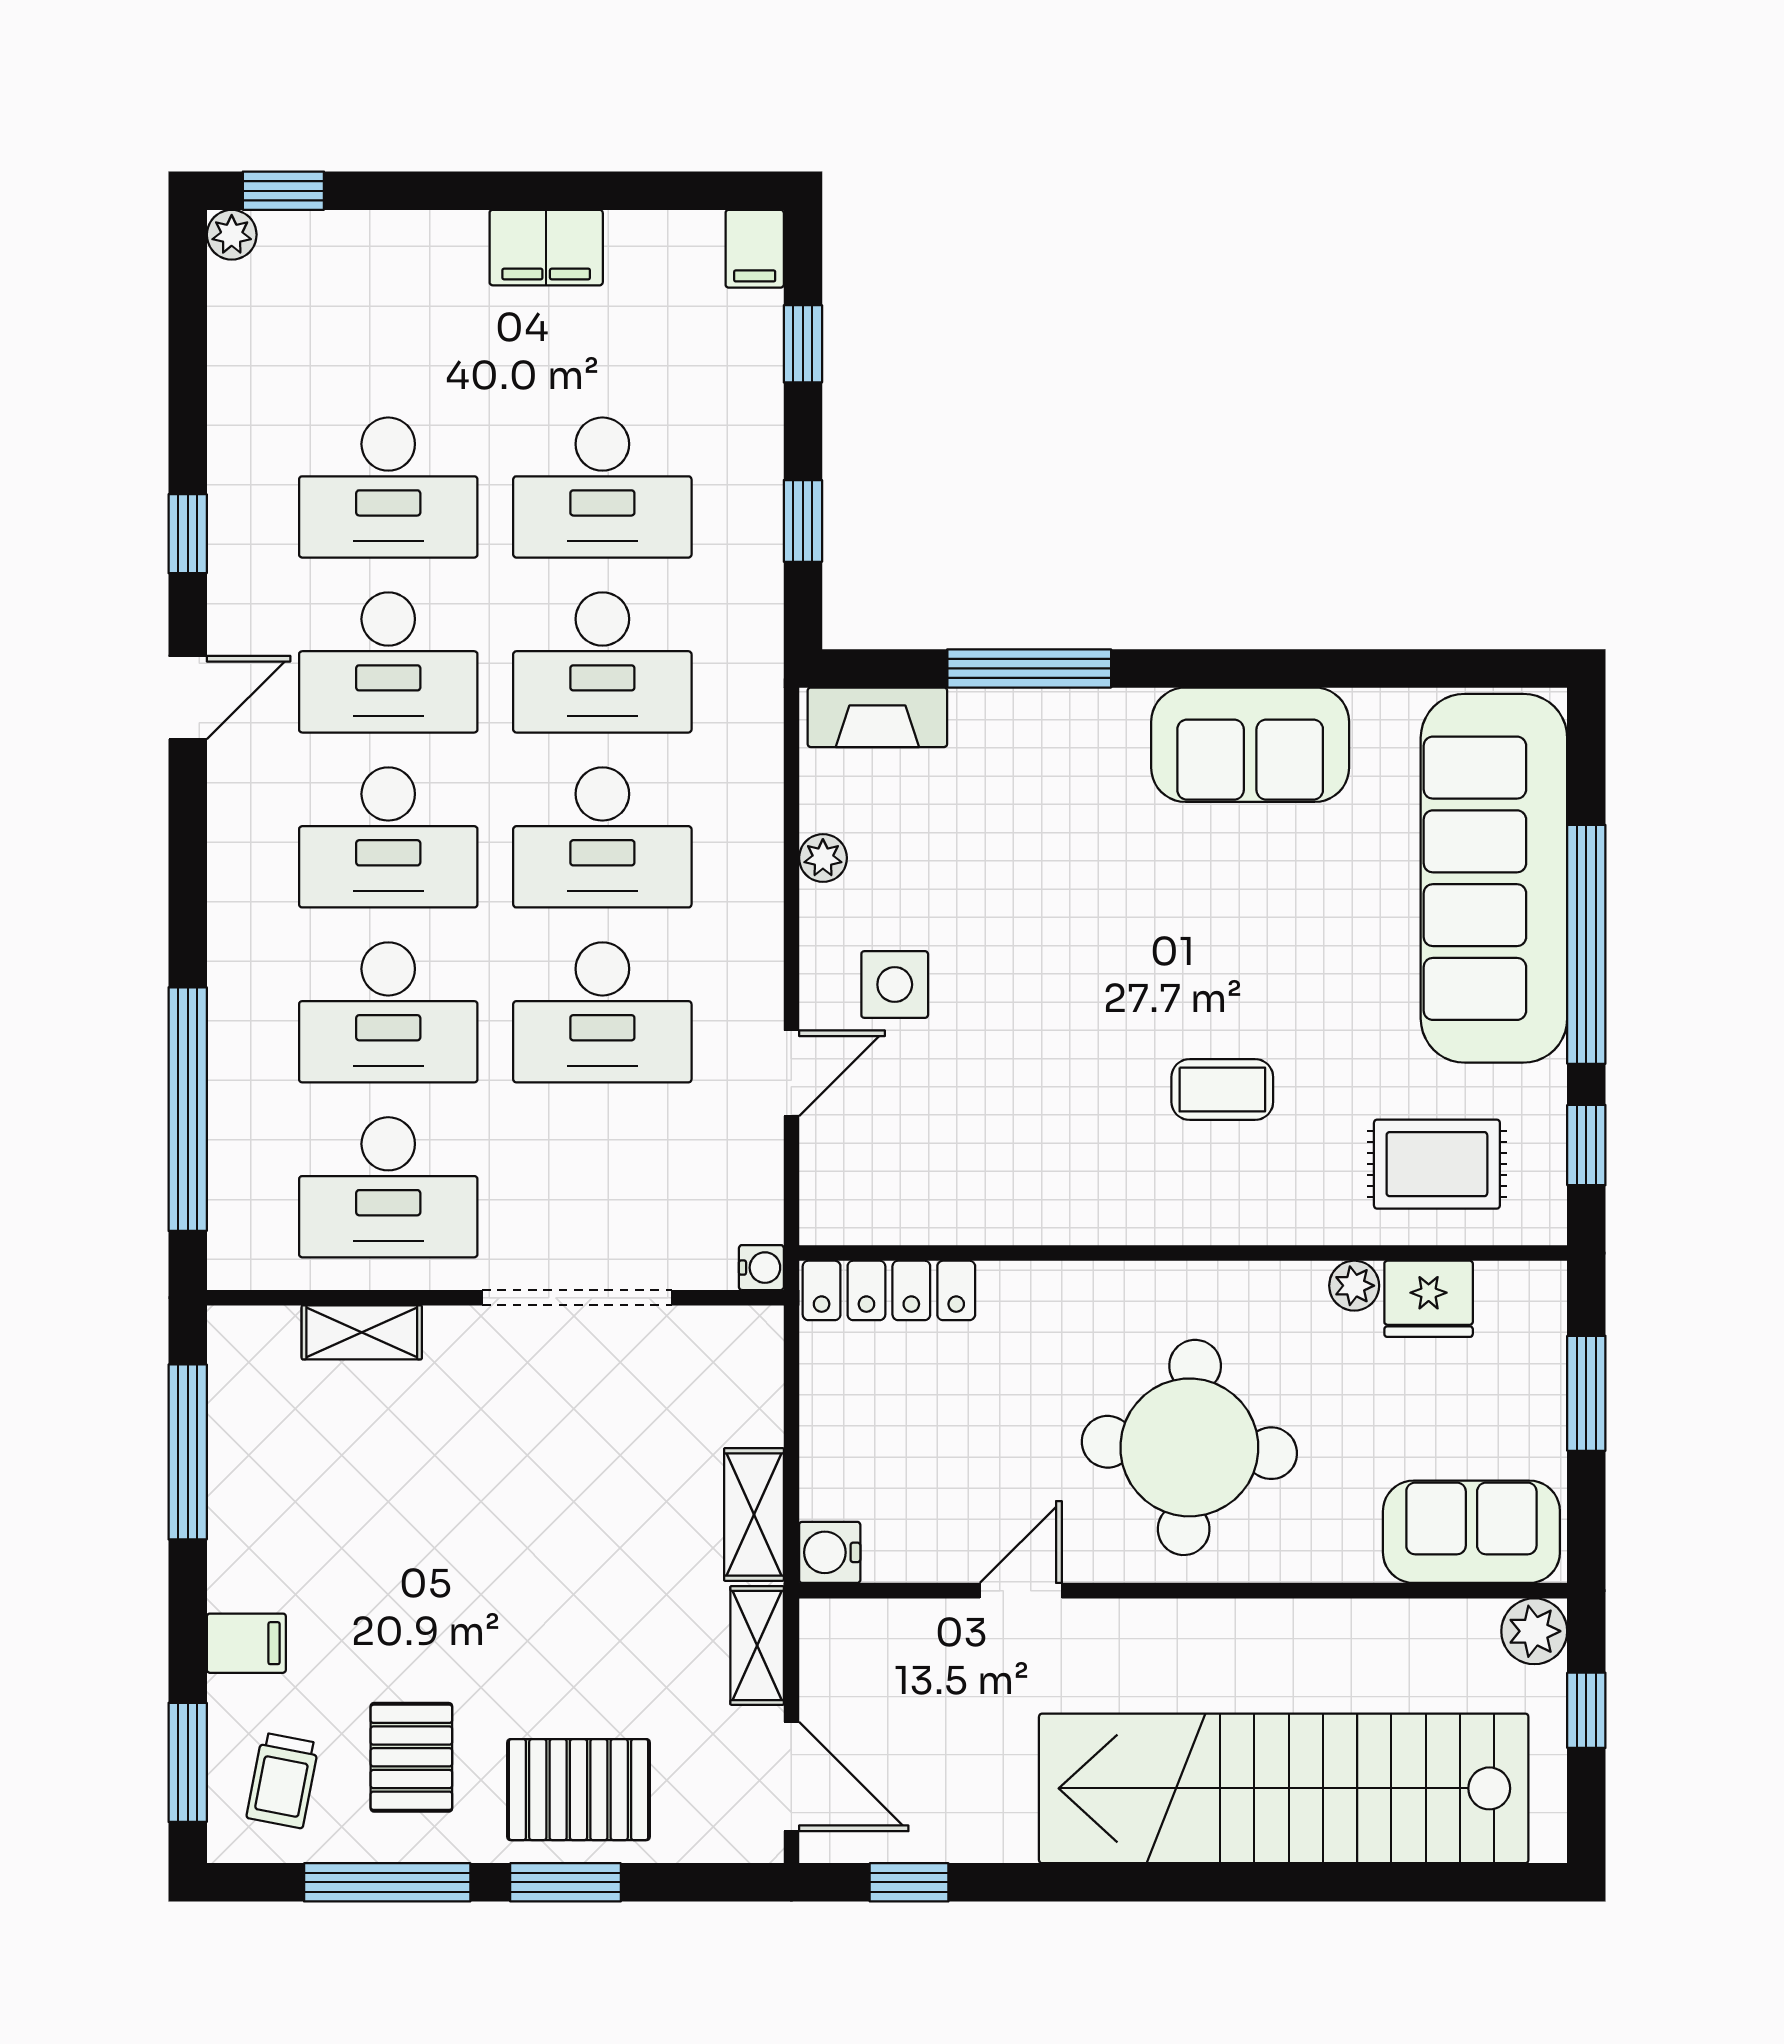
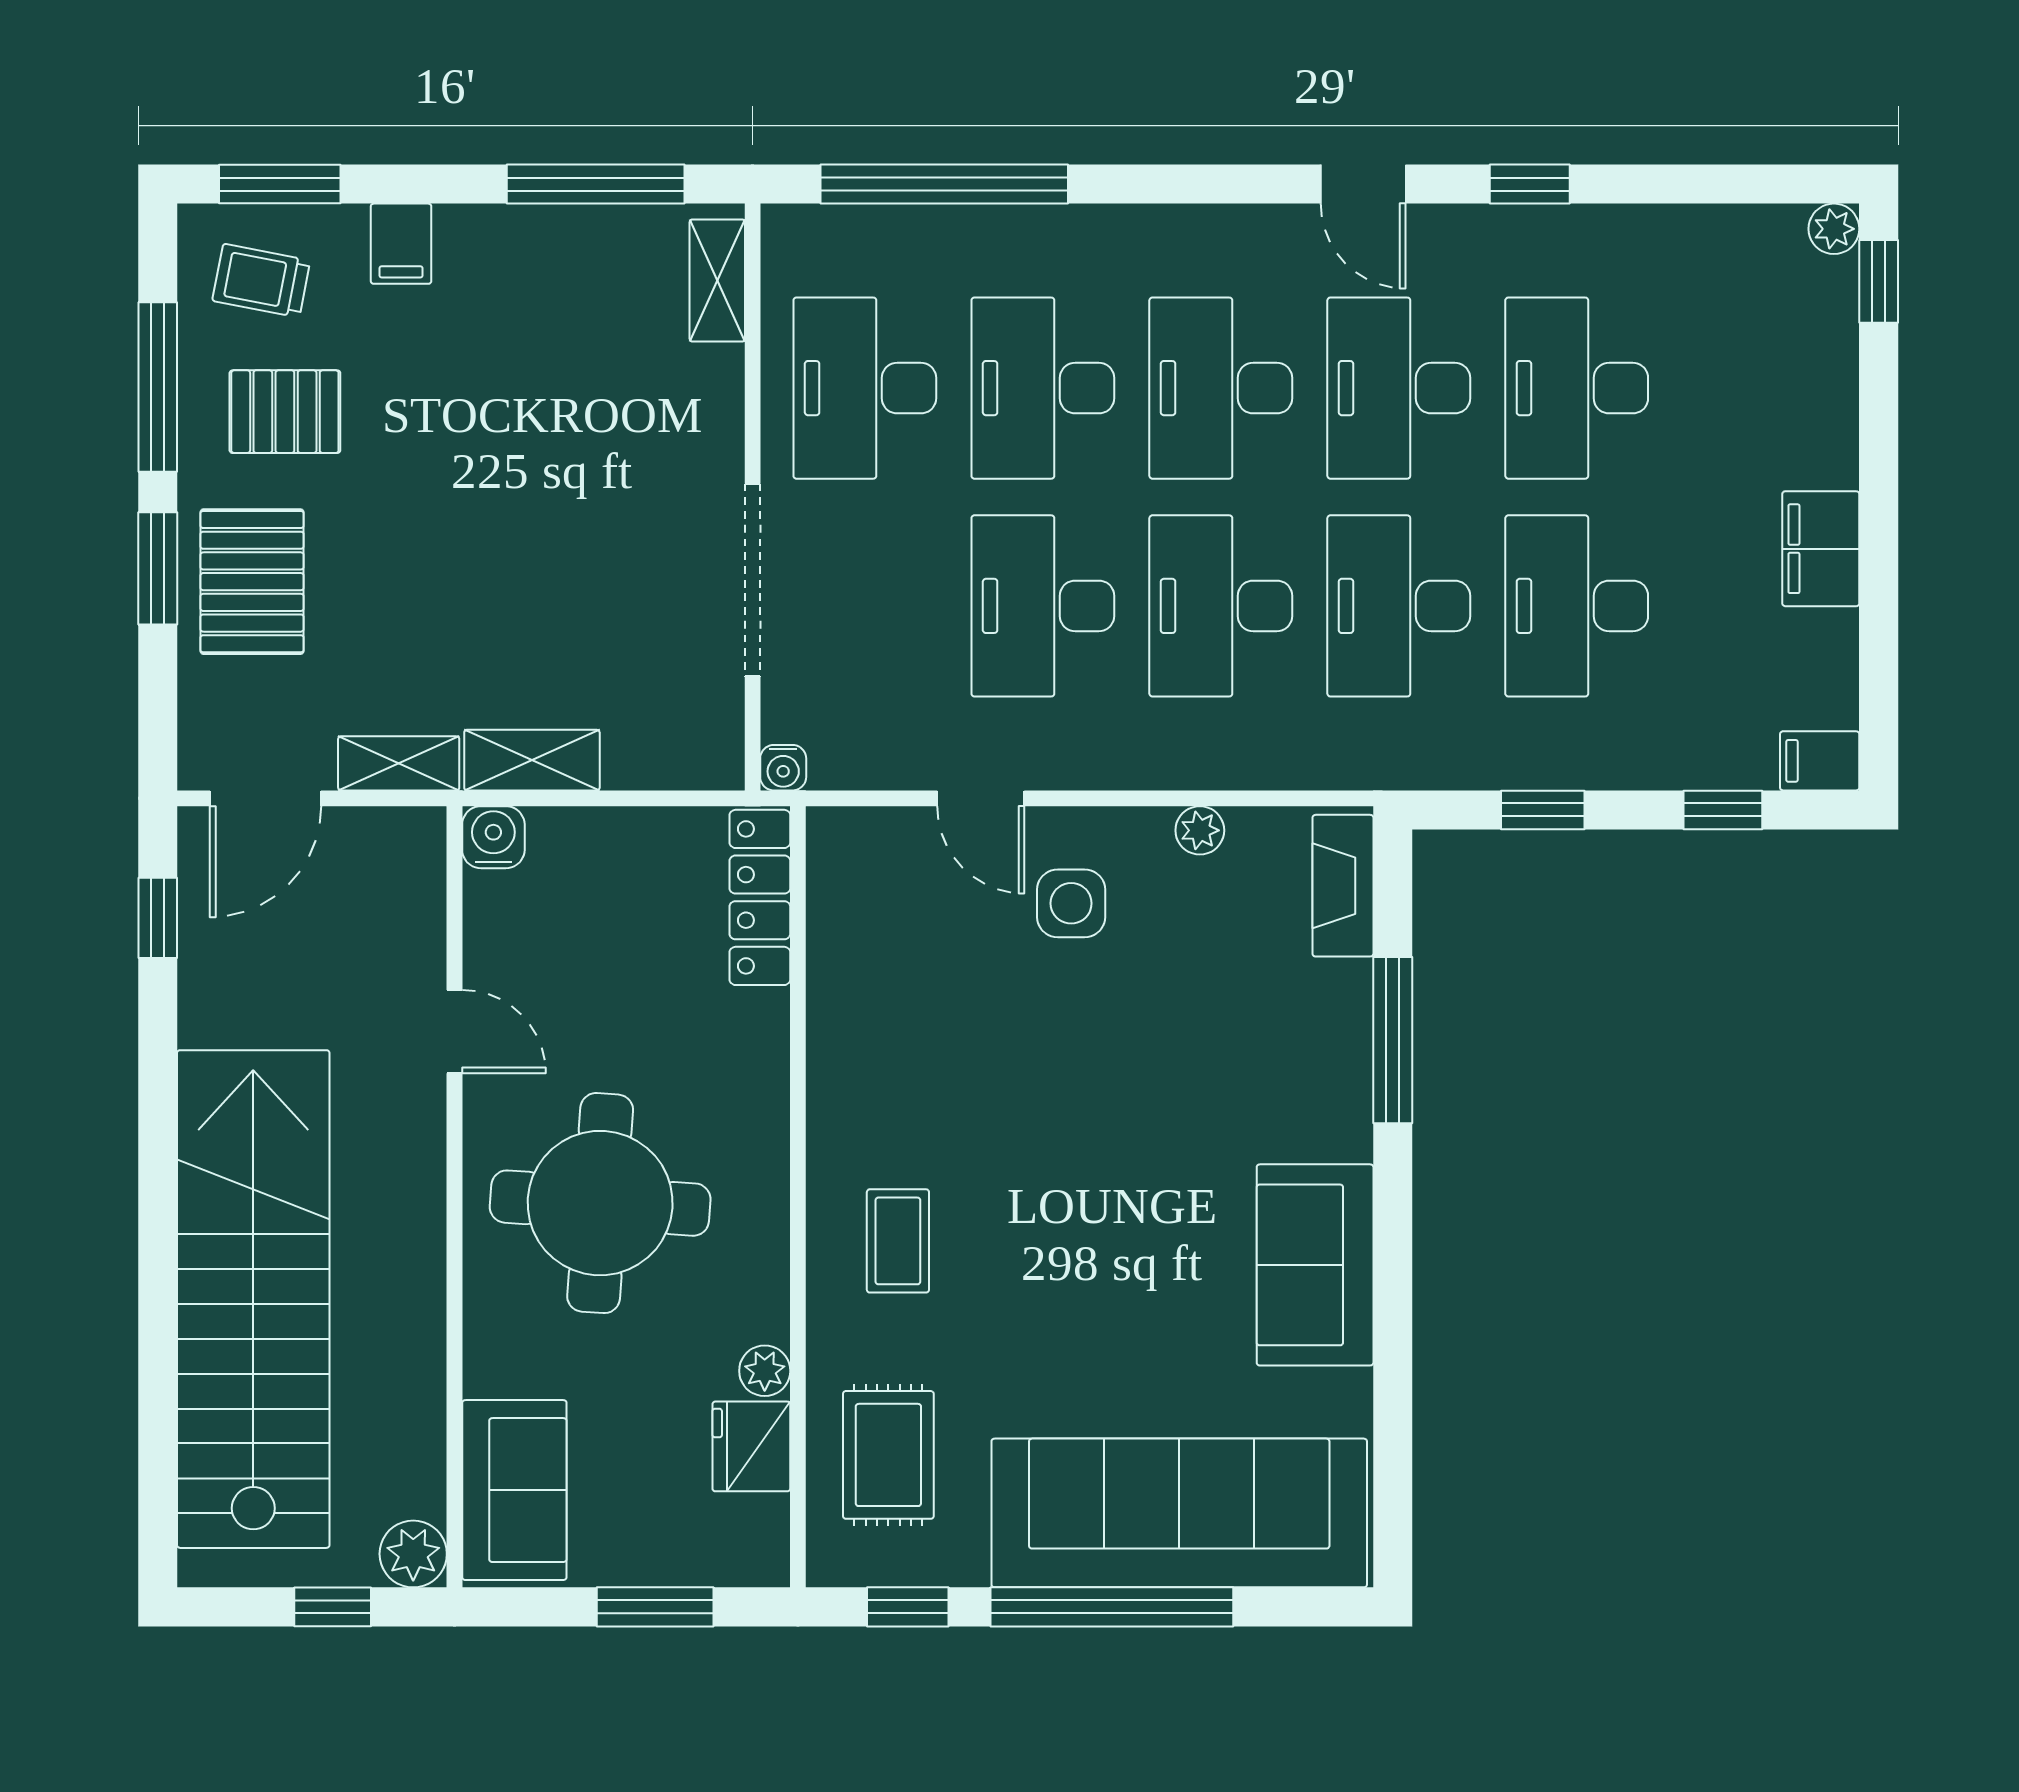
coffee table: (1222, 1090) -> (898, 1241), moved
shelving: (362, 1332) -> (717, 280), moved

